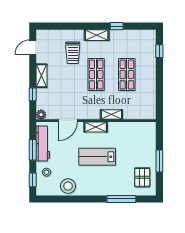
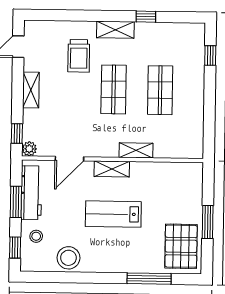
window: (33, 94) -> (17, 134), moved
pallet: (142, 177) -> (181, 246), width x1.50, depth x1.42

